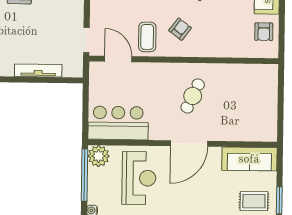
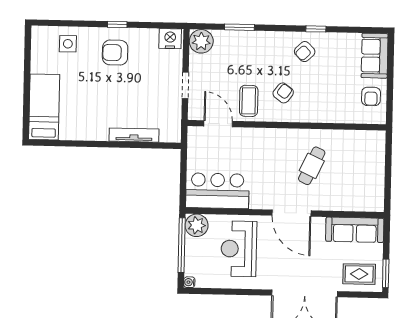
doorway: (86, 40) -> (185, 85), moved
cafe table: (193, 96) -> (312, 166), moved
door: (189, 144) -> (292, 213), hinge flipped
reception desk: (139, 178) -> (239, 249), turned 180

